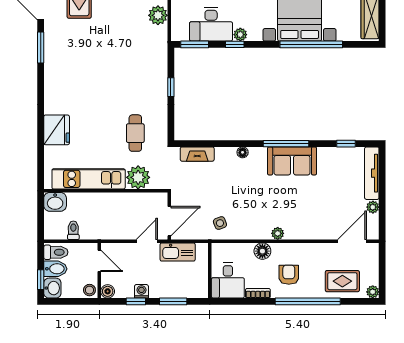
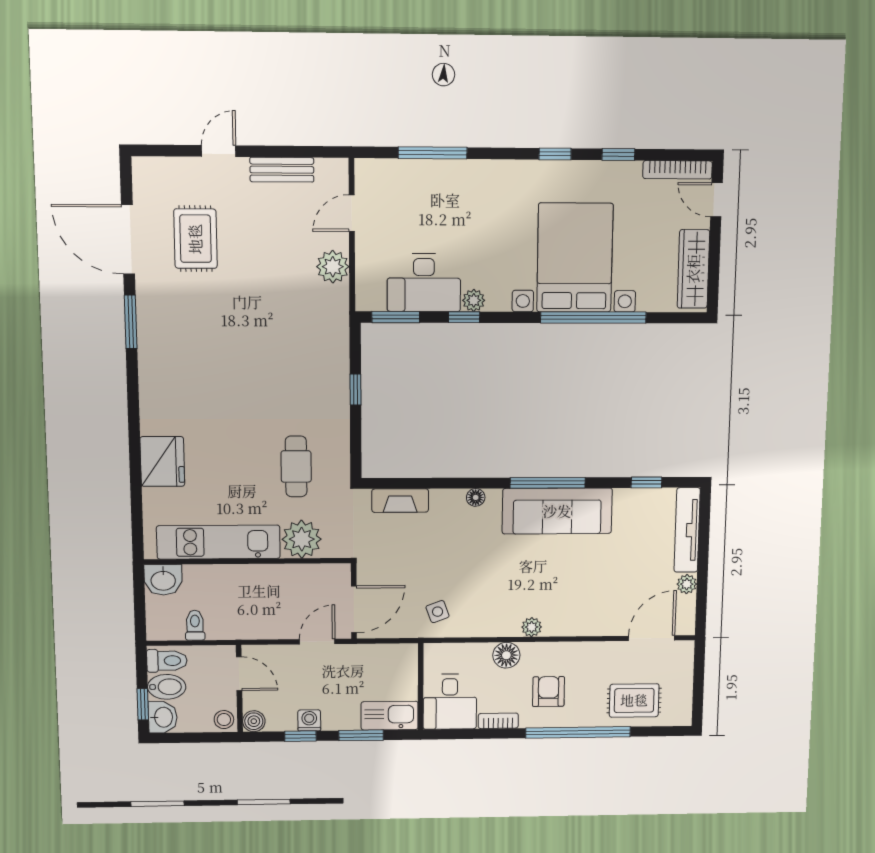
sofa: (292, 161) -> (557, 511), width x1.36
kitchen sink: (178, 252) -> (390, 716), moved, turned 180
plant: (373, 292) -> (682, 716), removed

